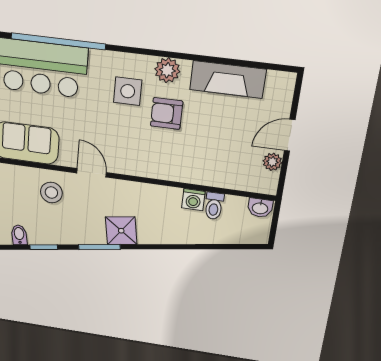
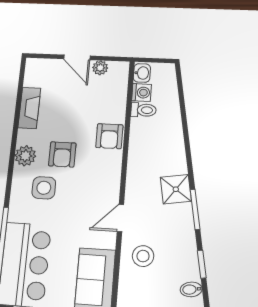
fireplace: (228, 79) -> (29, 108), width x0.73, depth x0.76
armchair: (185, 167) -> (109, 136), added
washing machine: (193, 200) -> (142, 92), moved

